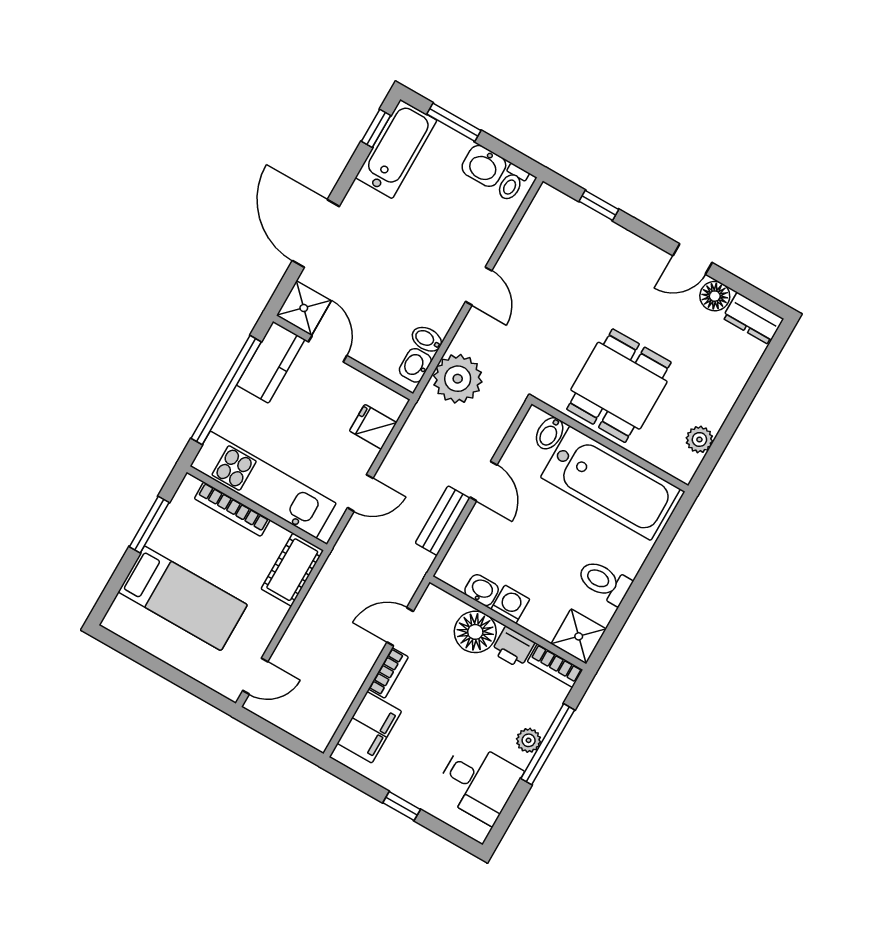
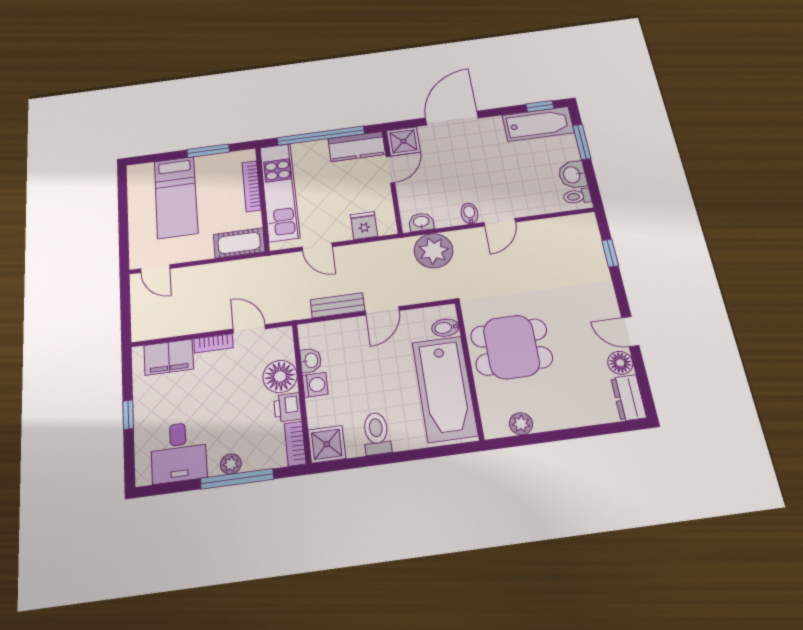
bidet: (427, 339) -> (469, 213), moved

